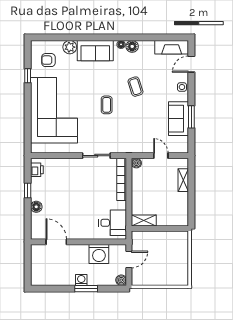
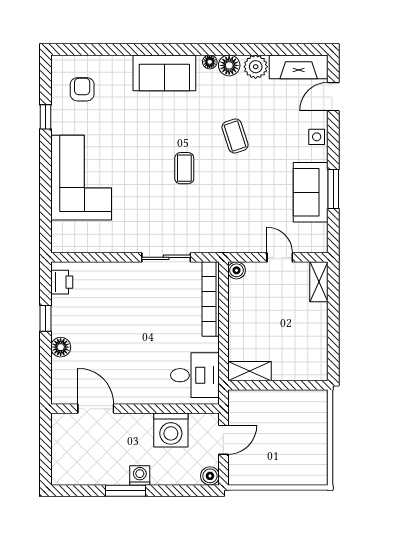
plant: (70, 47) -> (256, 67), moved
armchair: (48, 60) -> (82, 89), turned 90
corner sofa: (54, 110) -> (81, 178), width x0.73, depth x0.74
shelving: (183, 180) -> (319, 282), moved
window: (86, 289) -> (126, 491), moved

